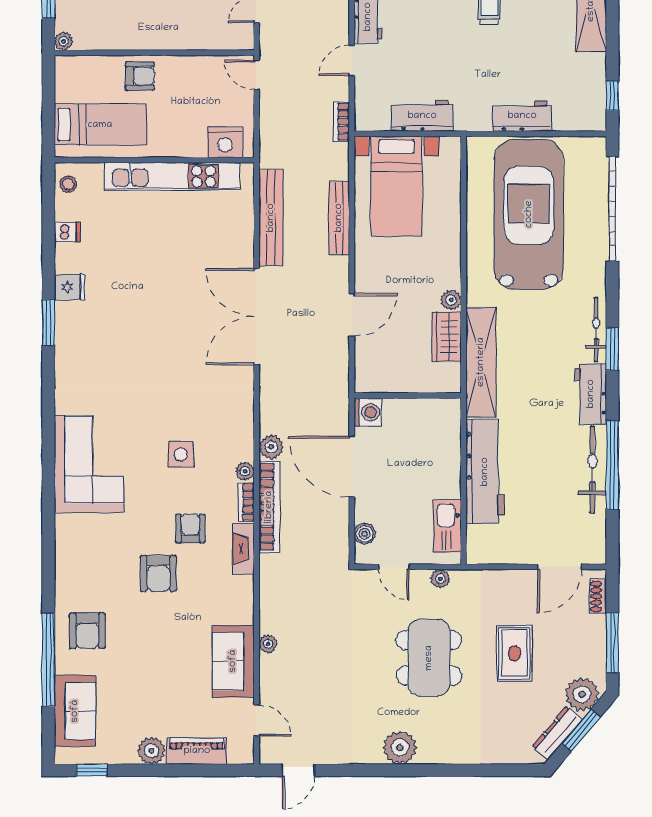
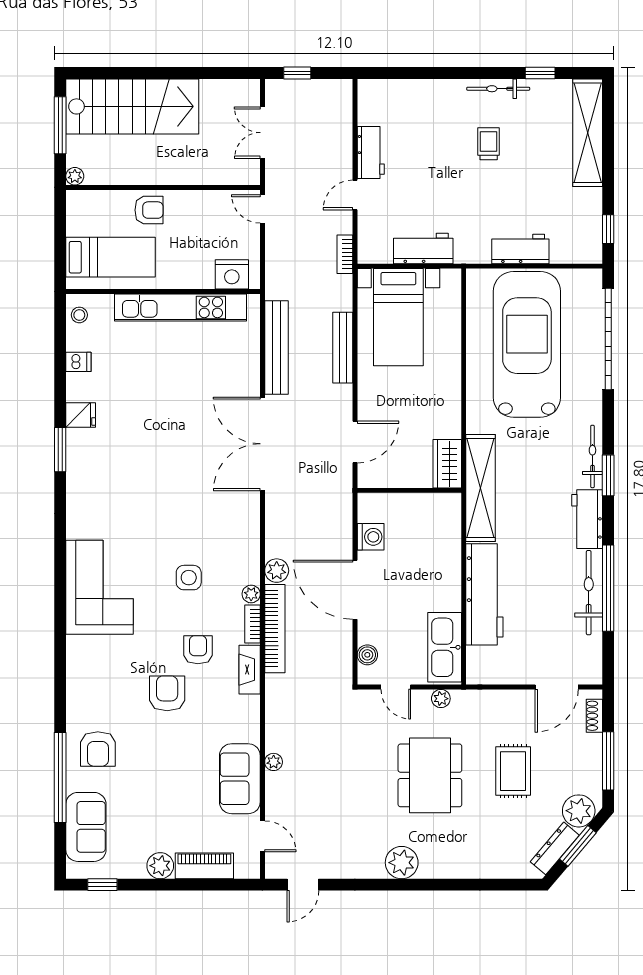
plant: (451, 300) -> (451, 428), removed
wall: (408, 395) -> (409, 490), moved
kitchen sink: (447, 526) -> (445, 647), width x1.36, depth x1.24
armchair: (158, 573) -> (167, 693), turned 180

